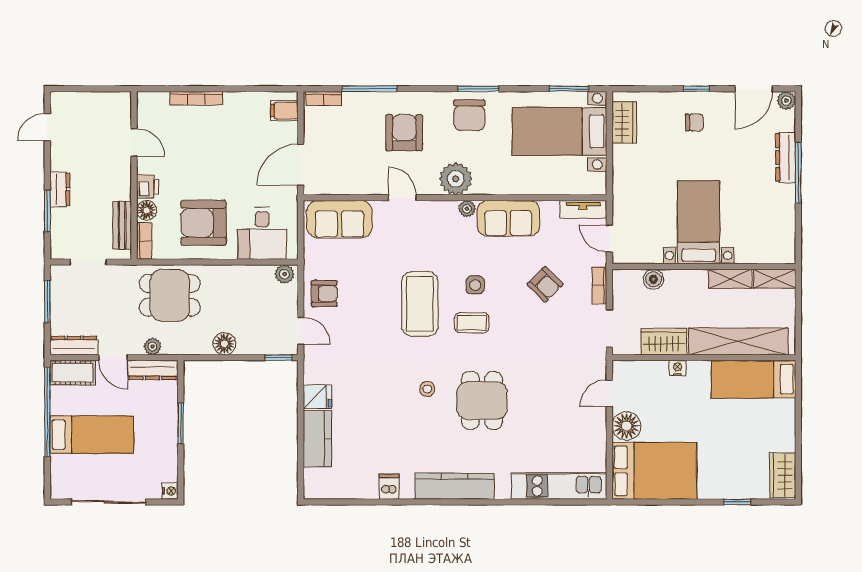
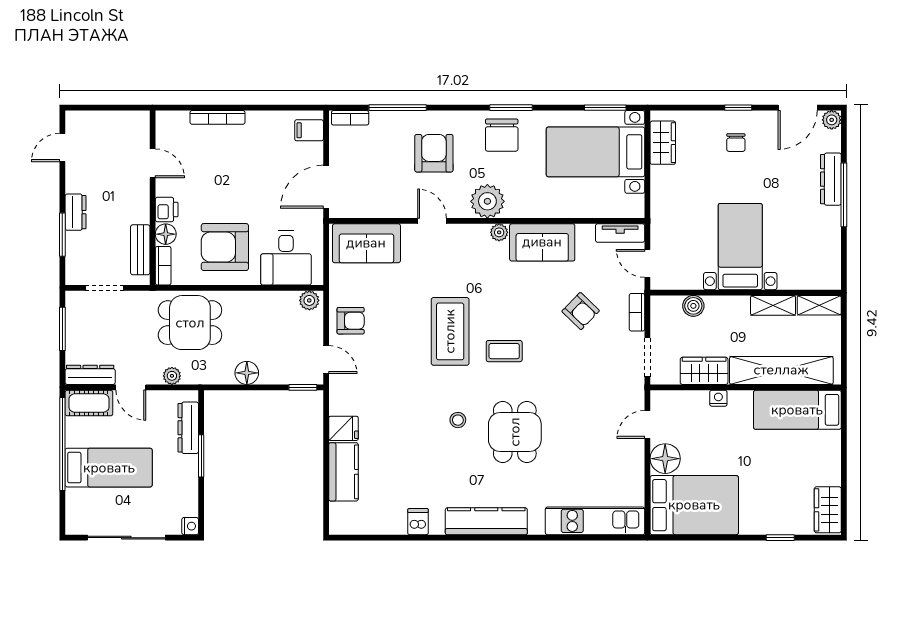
chair: (694, 122) -> (736, 143), turned 90
side table: (475, 285) -> (508, 312), removed
dresser: (152, 370) -> (188, 428), moved, turned 90

